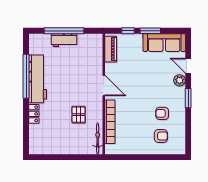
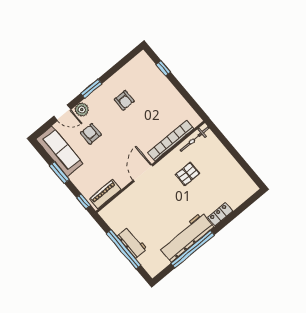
window: (128, 31) -> (84, 201), moved
door: (188, 66) -> (62, 113), hinge flipped
armchair: (161, 136) -> (91, 134), moved
window: (162, 157) -> (163, 68), added

